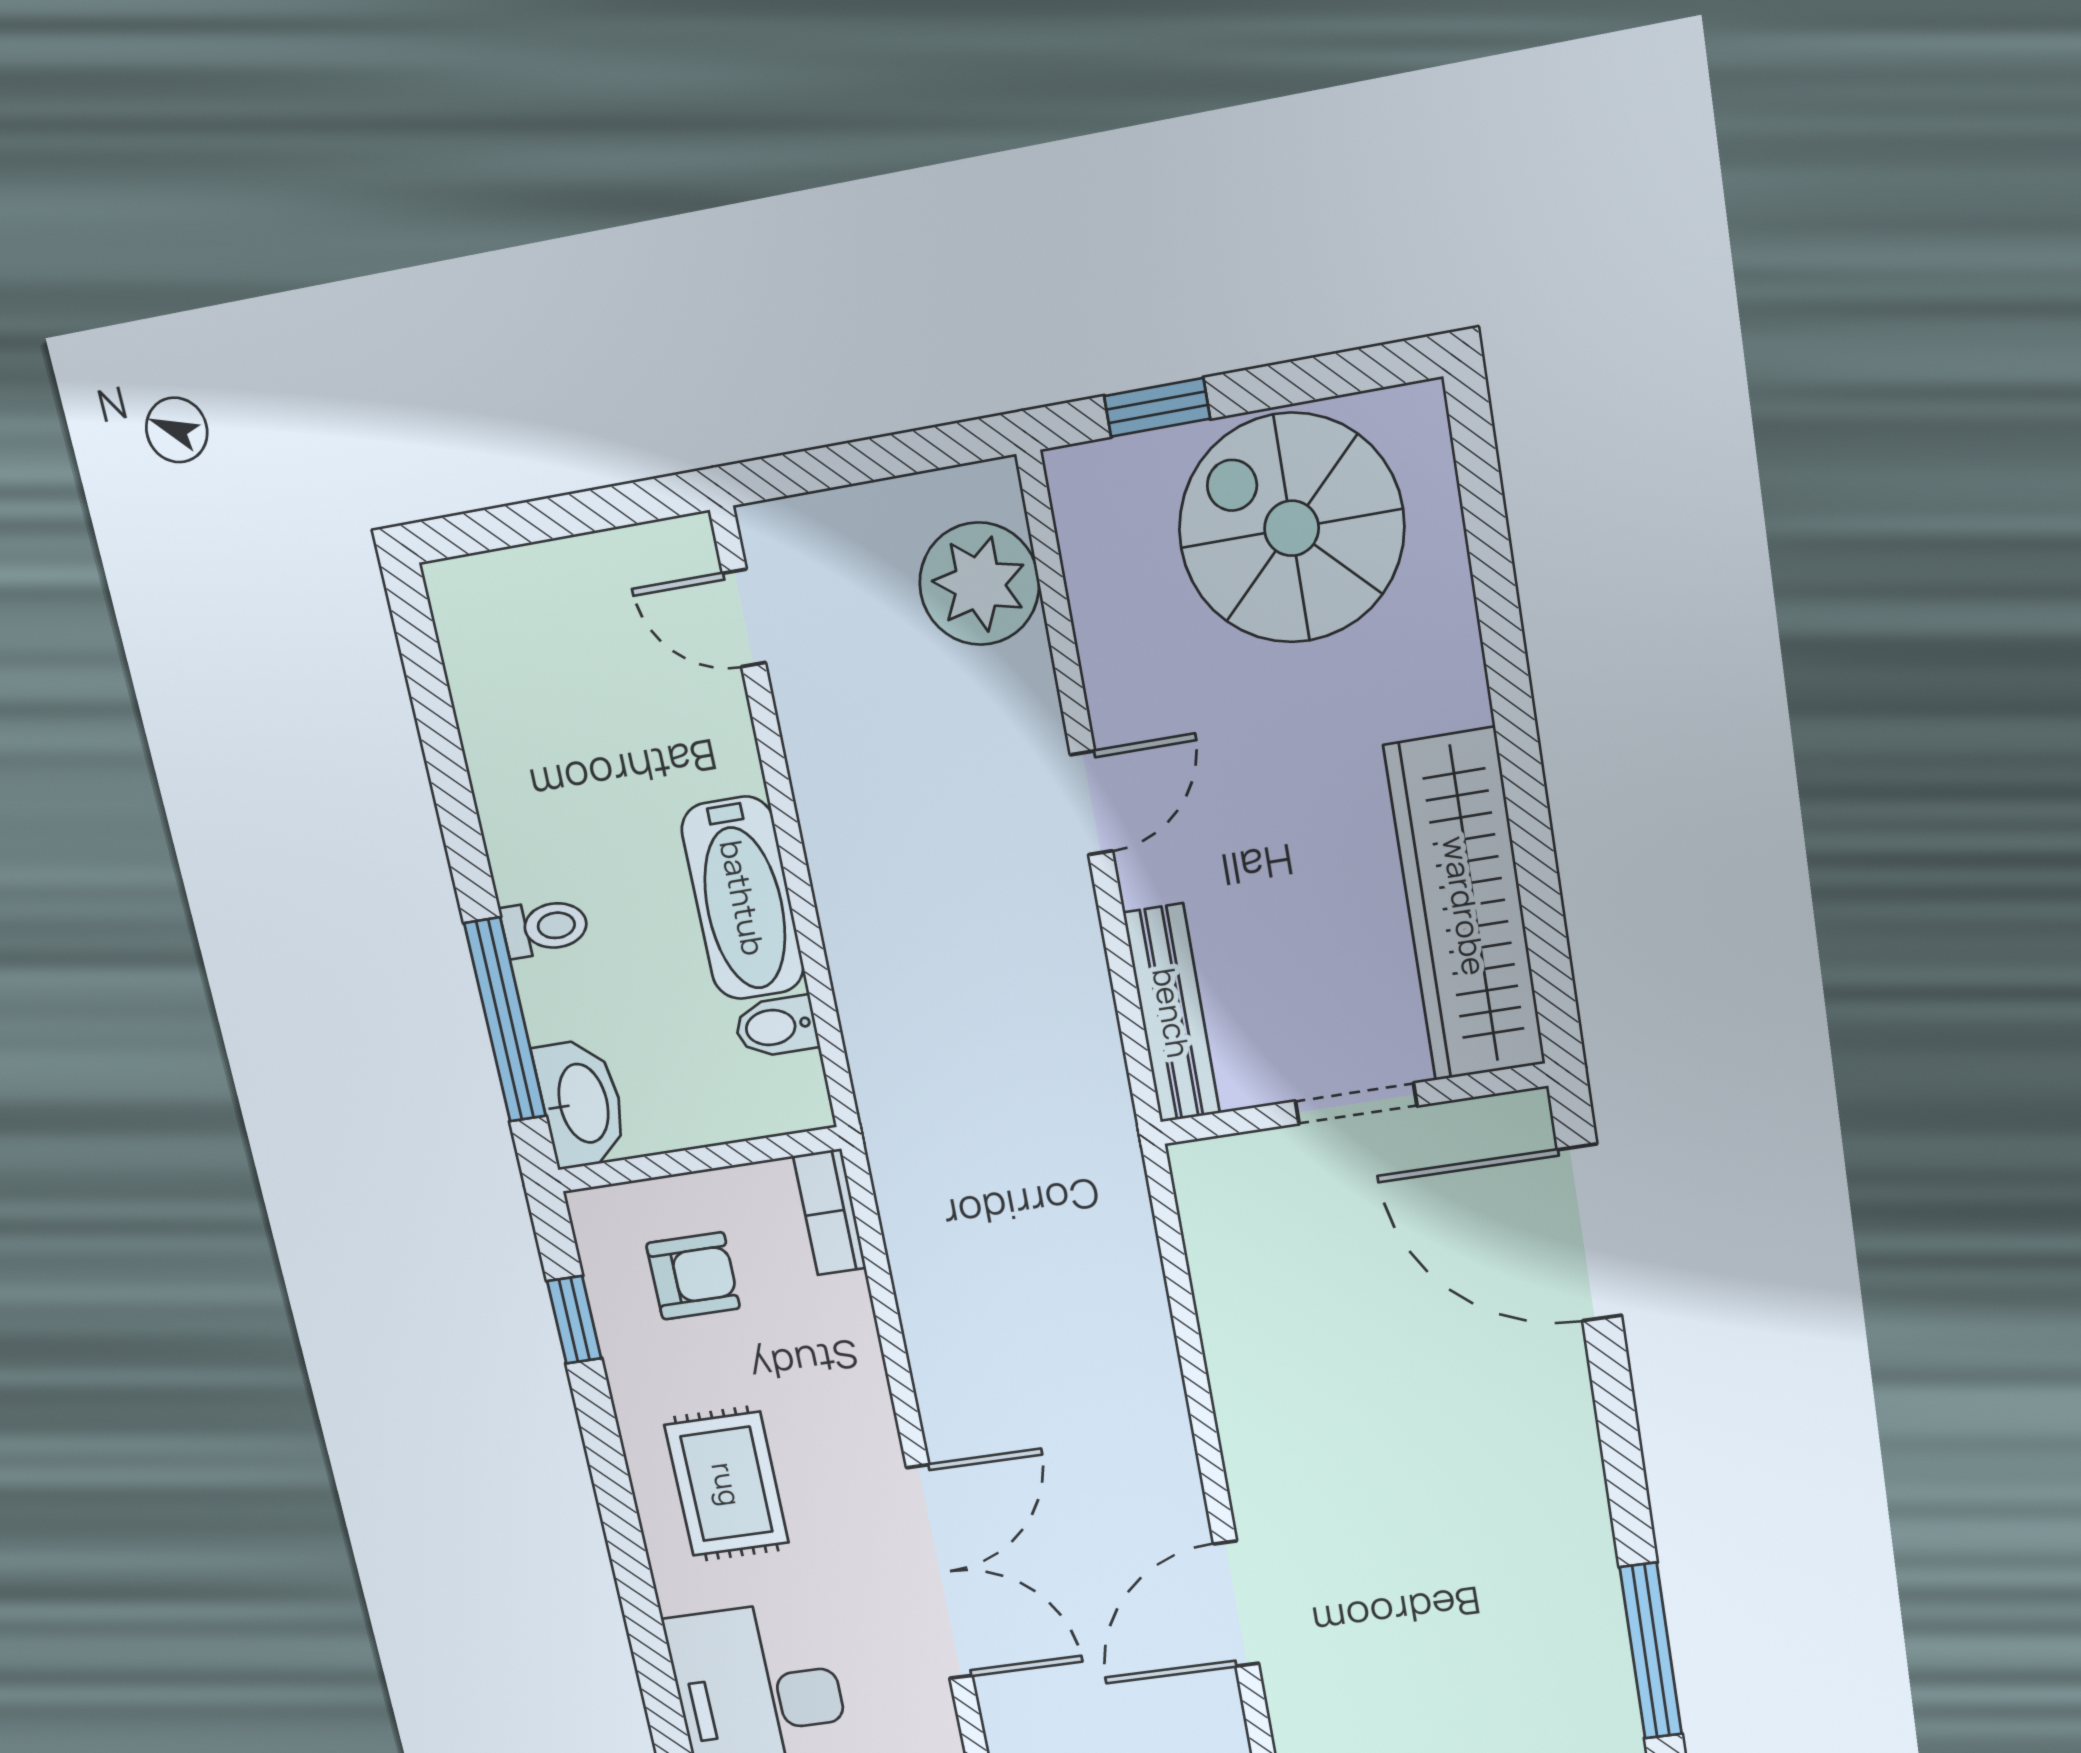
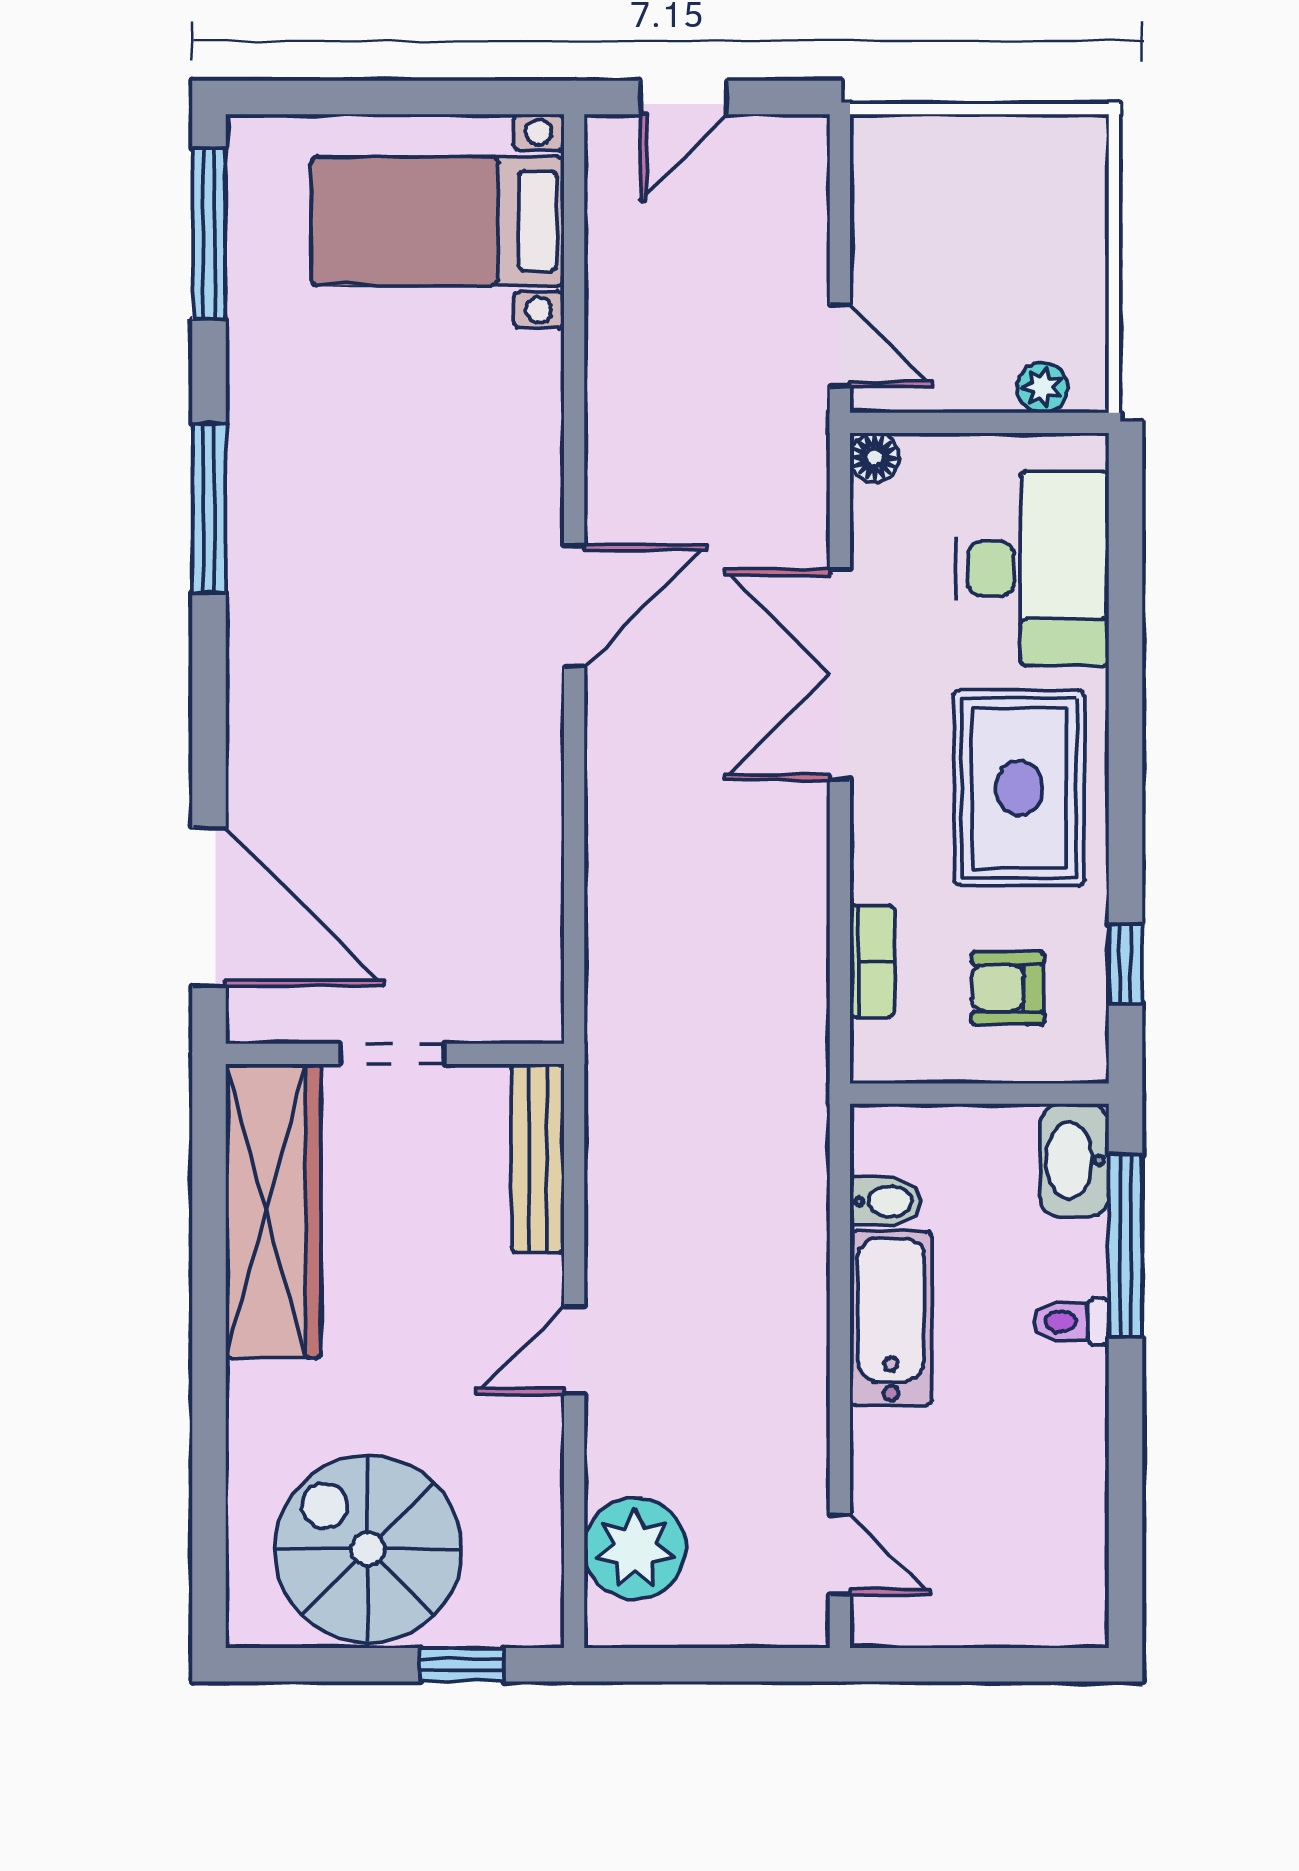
spiral stairs: (1292, 528) -> (368, 1549), turned 180
bookcase: (830, 1212) -> (872, 961), moved
rug: (727, 1484) -> (1019, 788), width x1.36, depth x1.43

